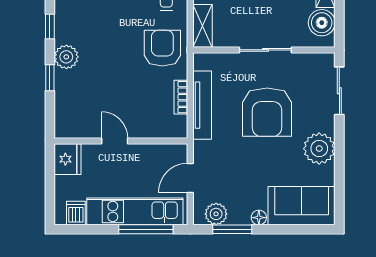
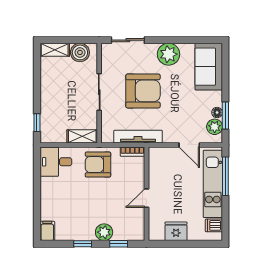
door: (115, 141) -> (146, 198), moved
wall: (121, 141) -> (146, 194), moved
floor lamp: (259, 218) -> (217, 112), moved

